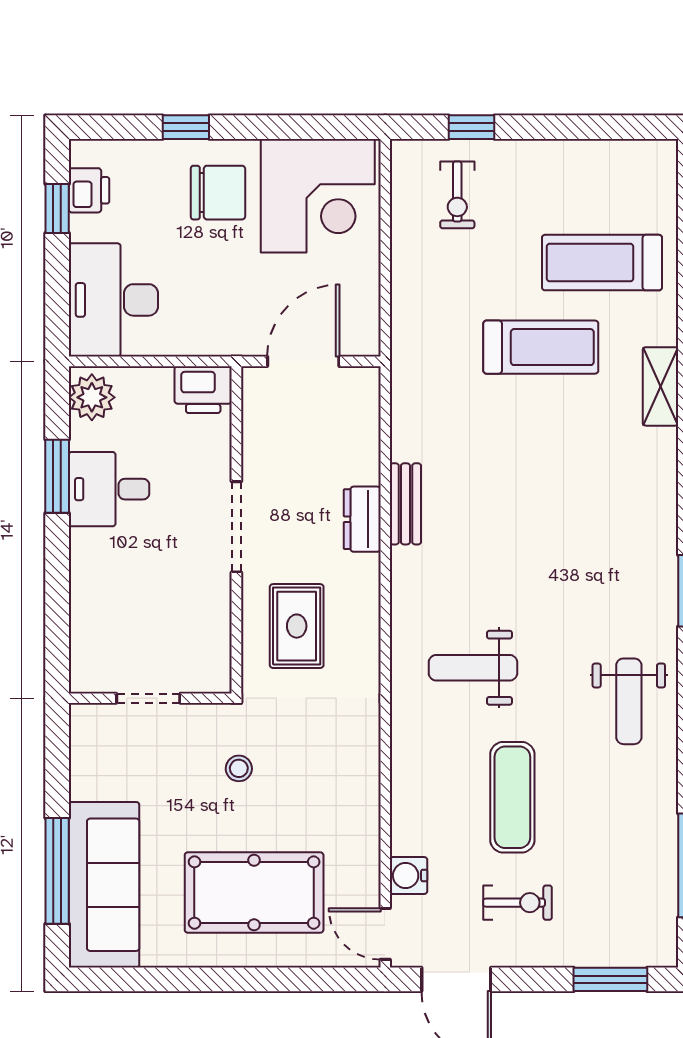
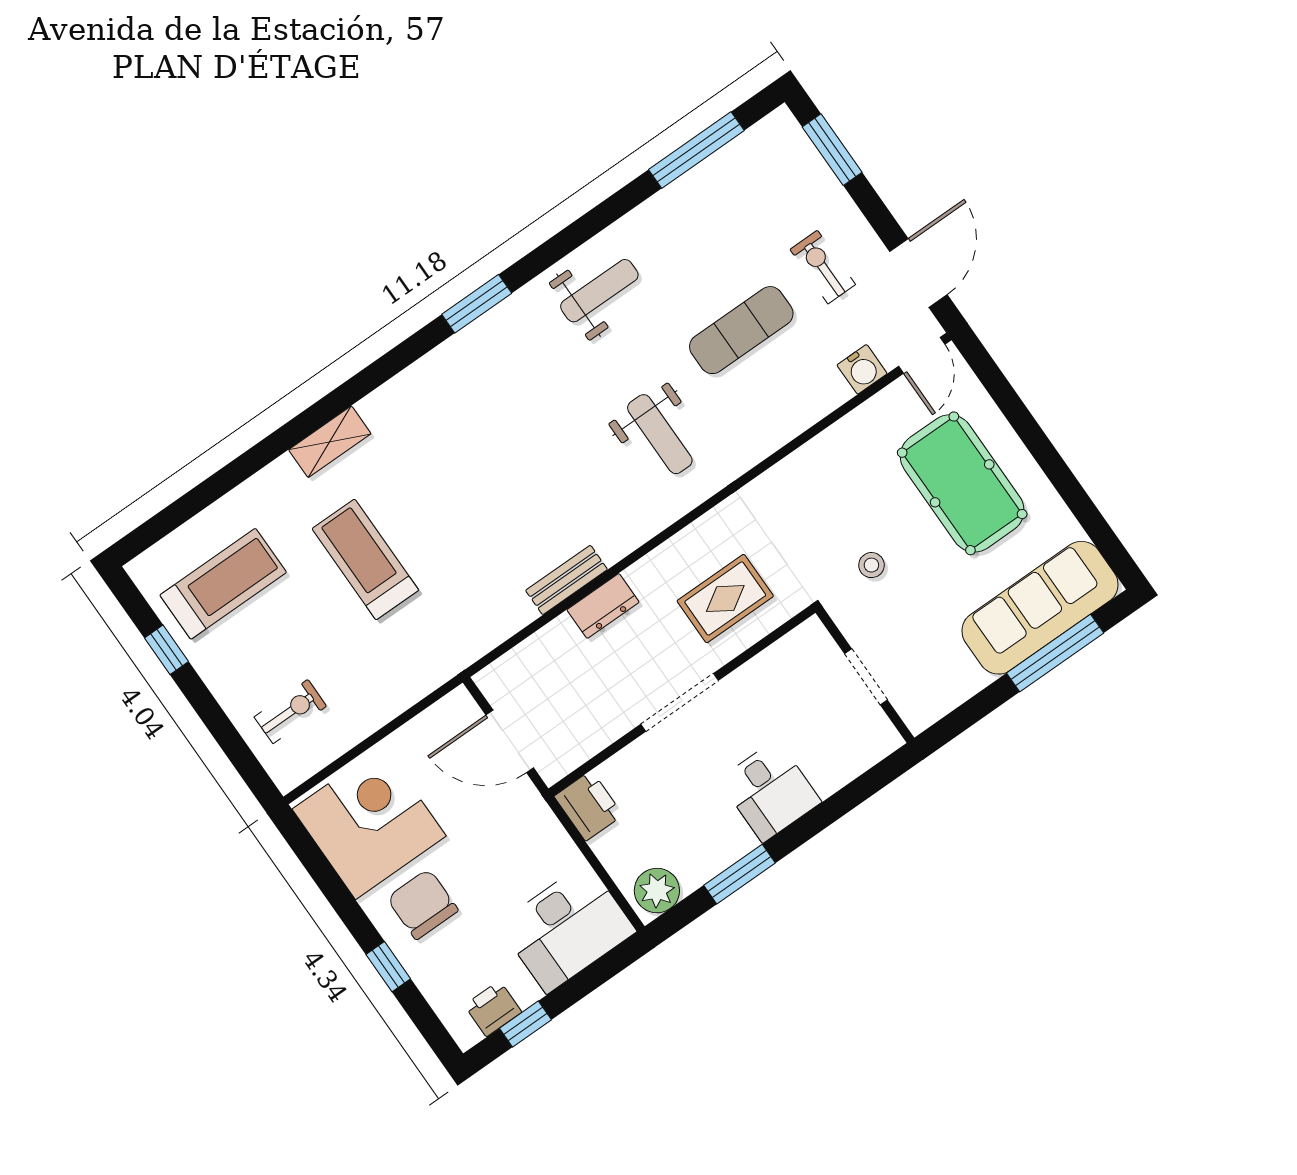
window: (471, 127) -> (166, 650), moved
treadmill: (602, 263) -> (223, 584), moved, turned -90
desk: (109, 489) -> (770, 791), moved

